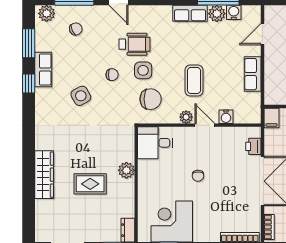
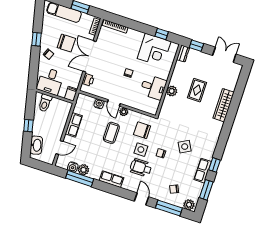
row of seats: (190, 13) -> (111, 179), moved
desk: (155, 143) -> (153, 87), moved
rug: (90, 184) -> (197, 90), turned 90

